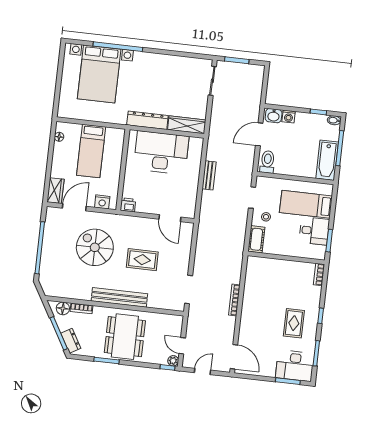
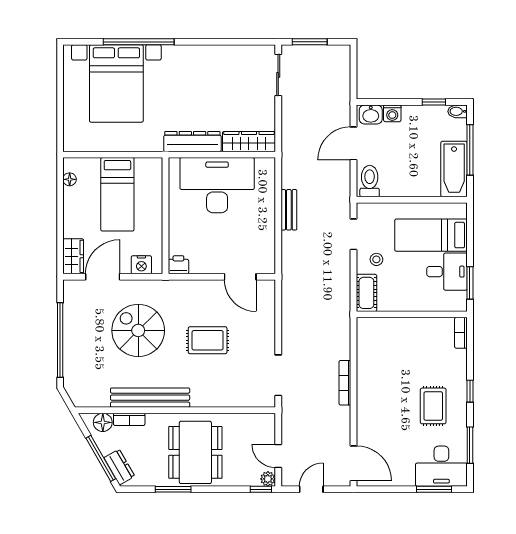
bench: (119, 297) -> (150, 398), moved

